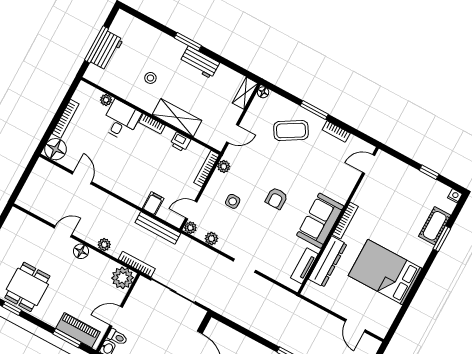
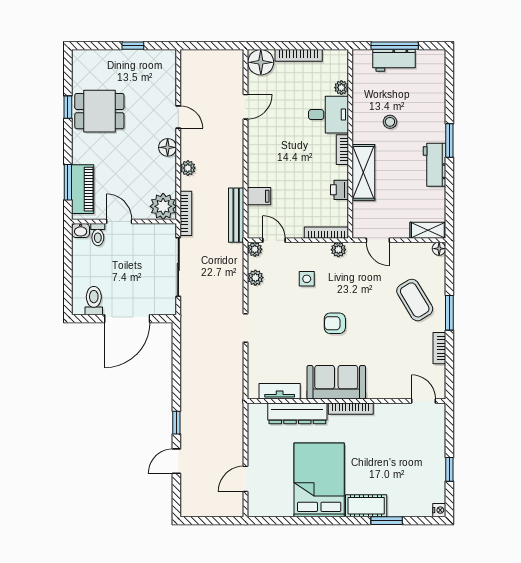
cot: (435, 226) -> (366, 506), moved

